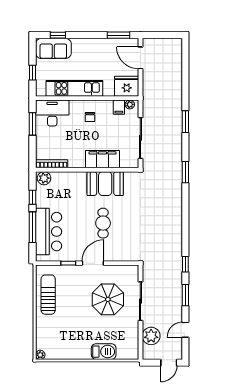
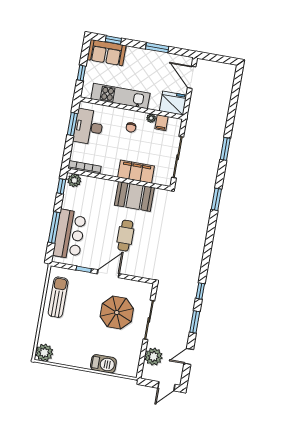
window: (119, 35) -> (157, 48), moved
plant: (130, 104) -> (151, 118), moved
desk: (52, 113) -> (88, 127), moved, turned -90
window: (32, 197) -> (61, 186), moved
plant: (40, 355) -> (44, 353), width x1.88, depth x1.88

